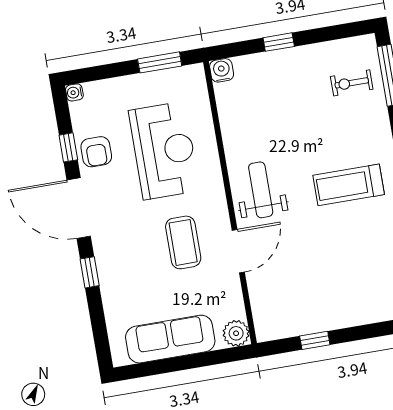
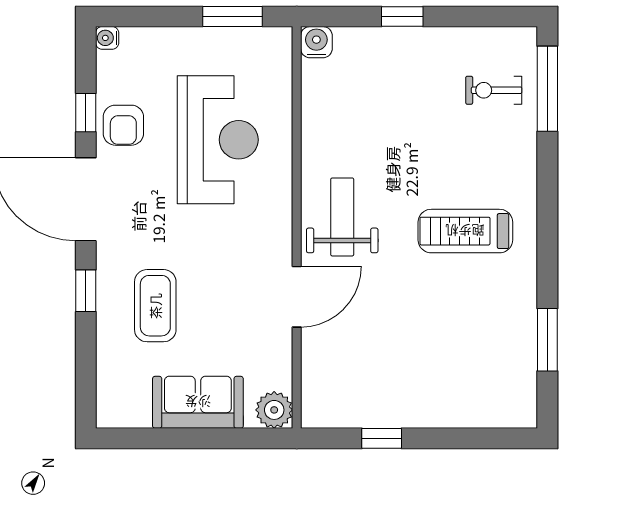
coffee table: (183, 242) -> (155, 306), moved
sofa: (170, 339) -> (198, 402), width x0.73

